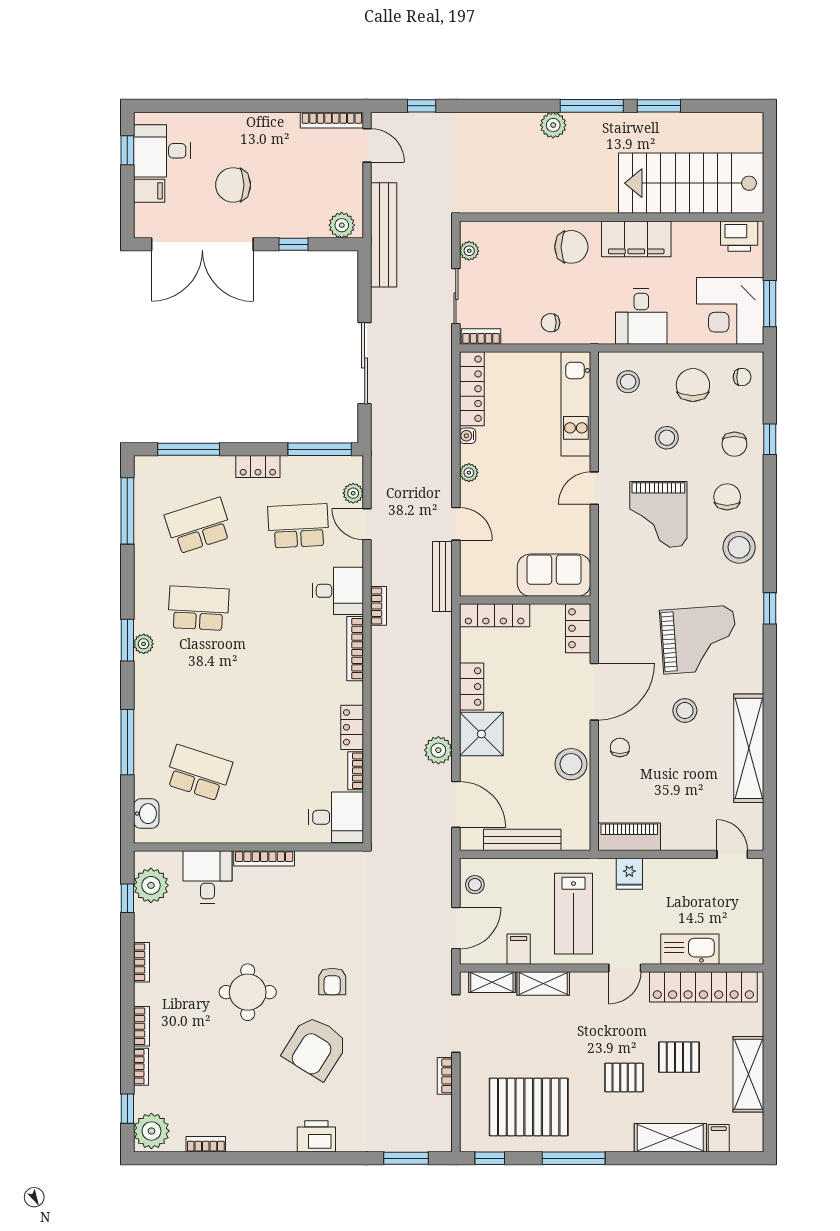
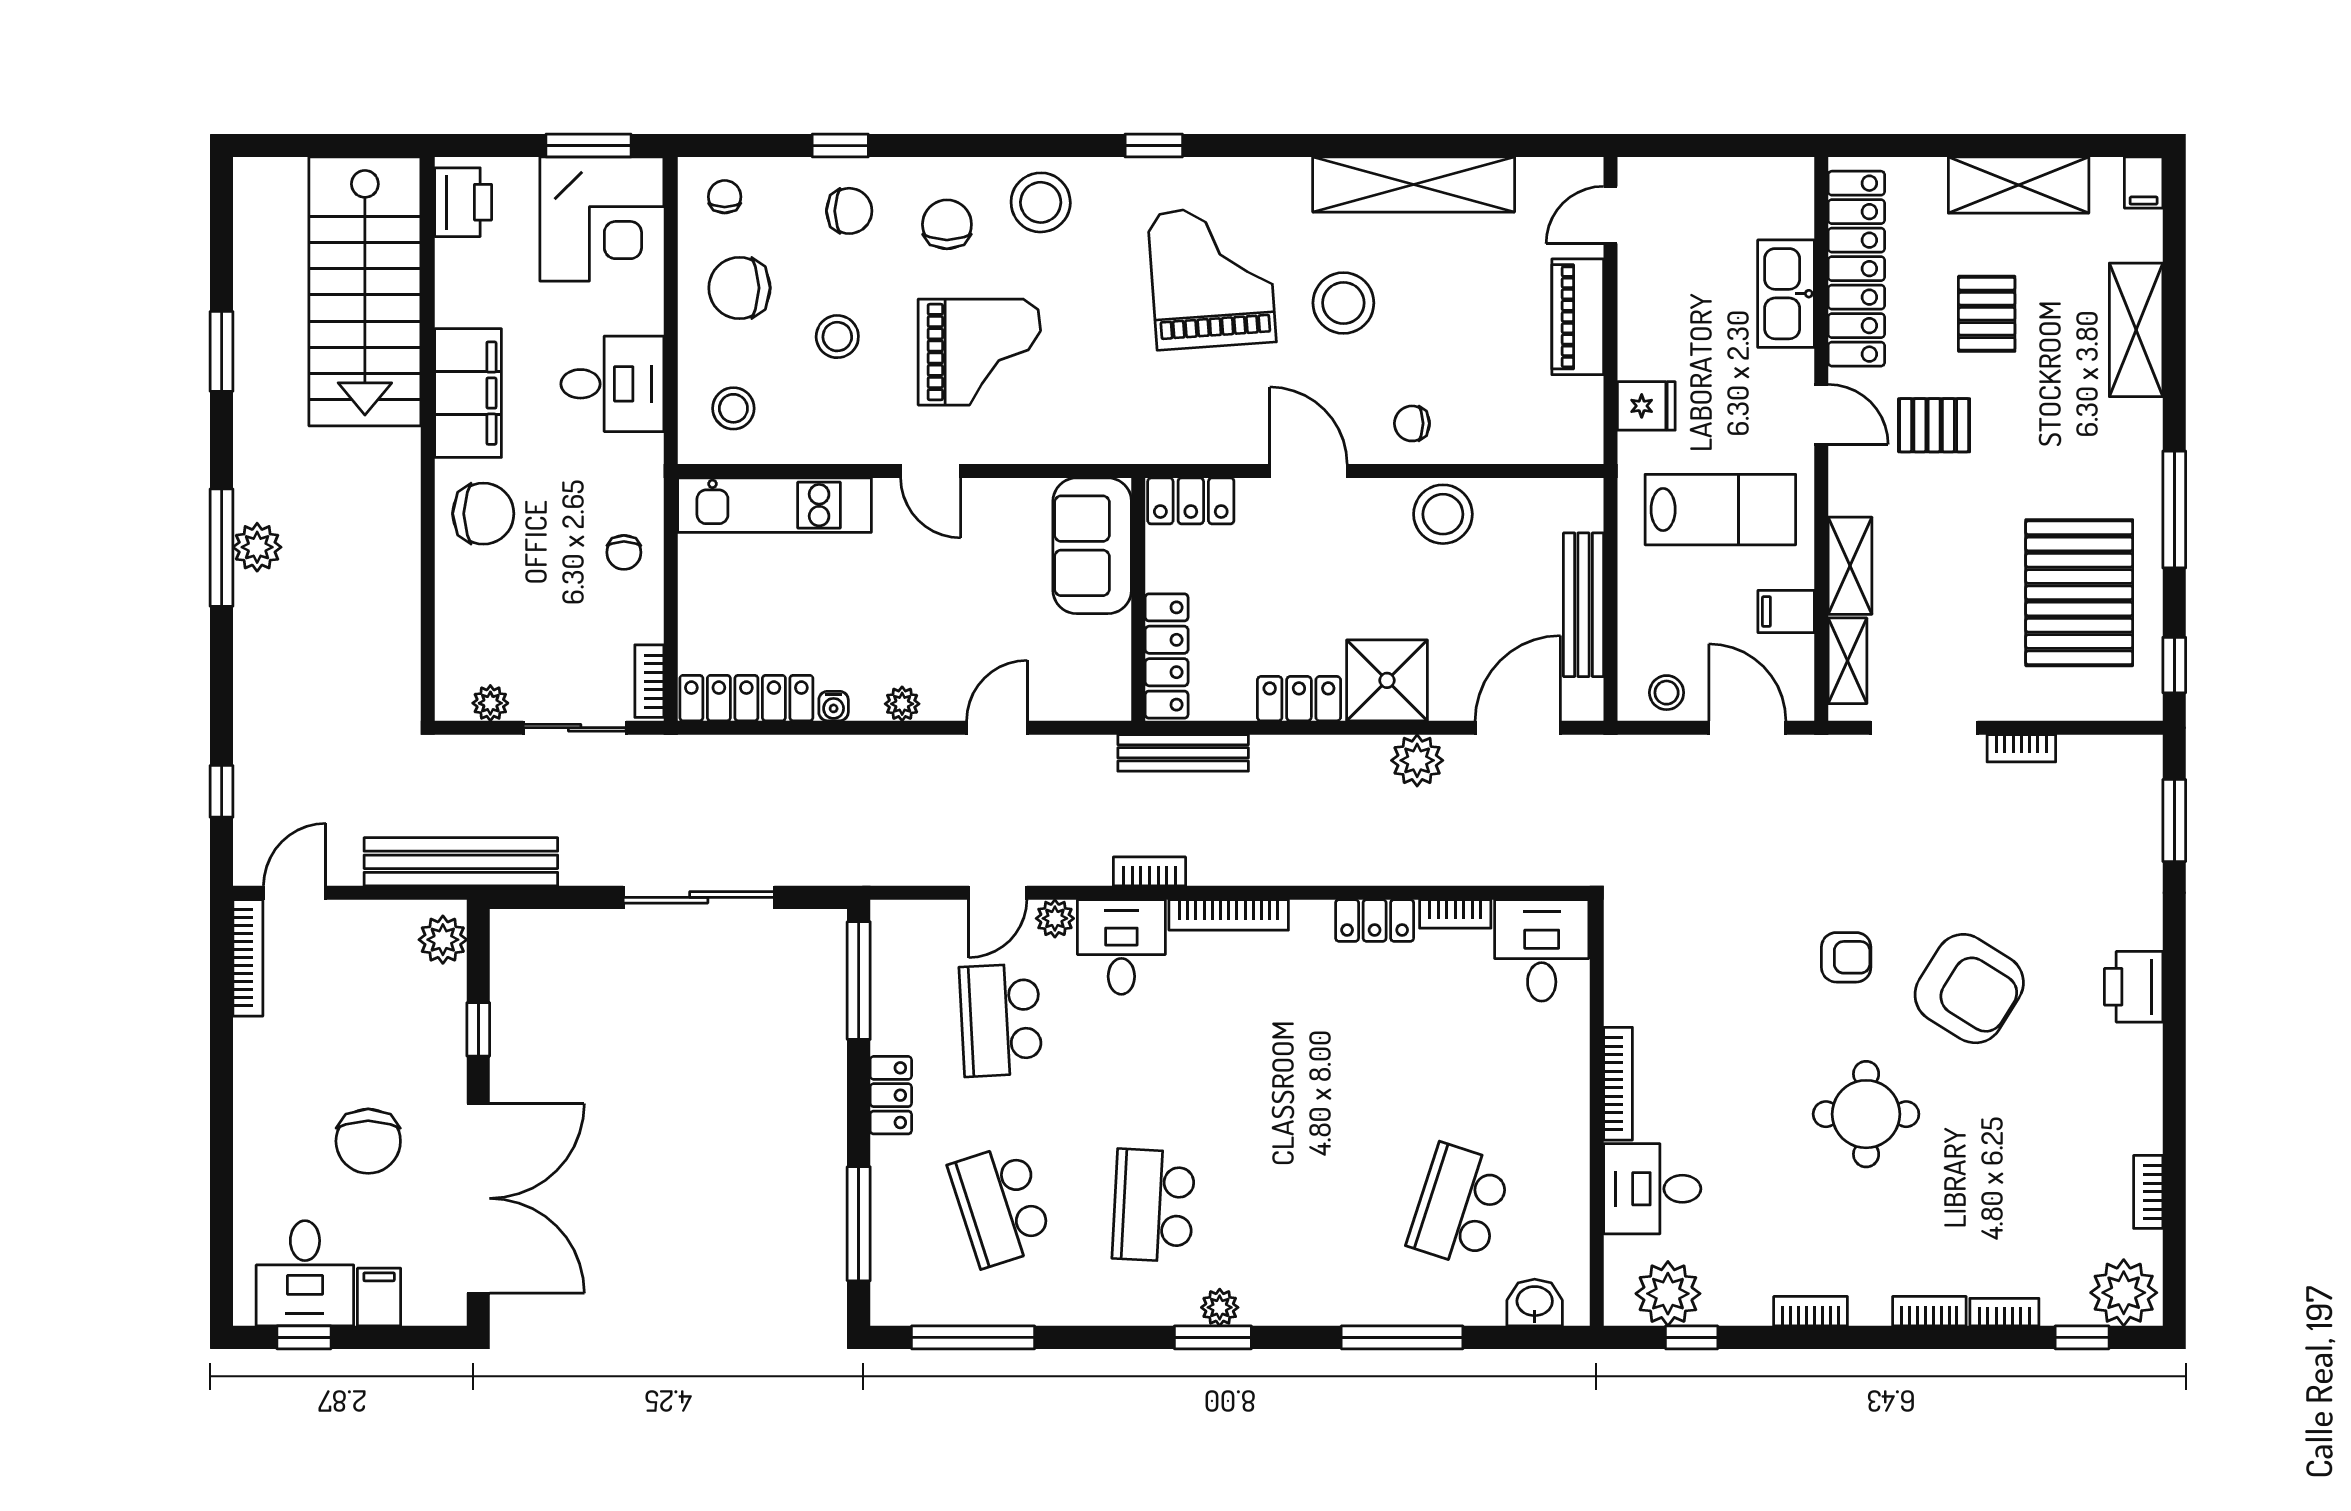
window: (592, 106) -> (222, 548), moved
chair: (571, 247) -> (483, 514), turned 90
plant: (353, 493) -> (1055, 918), moved
chair: (727, 497) -> (947, 224), turned 90
bench: (442, 576) -> (1183, 753), moved
door: (594, 692) -> (1308, 471), width x0.73
stool: (685, 711) -> (1343, 303), width x1.38, depth x1.38
piano: (629, 837) -> (1578, 317), moved
pallet: (624, 1077) -> (1934, 425), moved, turned 90
filing cabinet: (719, 1138) -> (2144, 183), moved, turned -90

